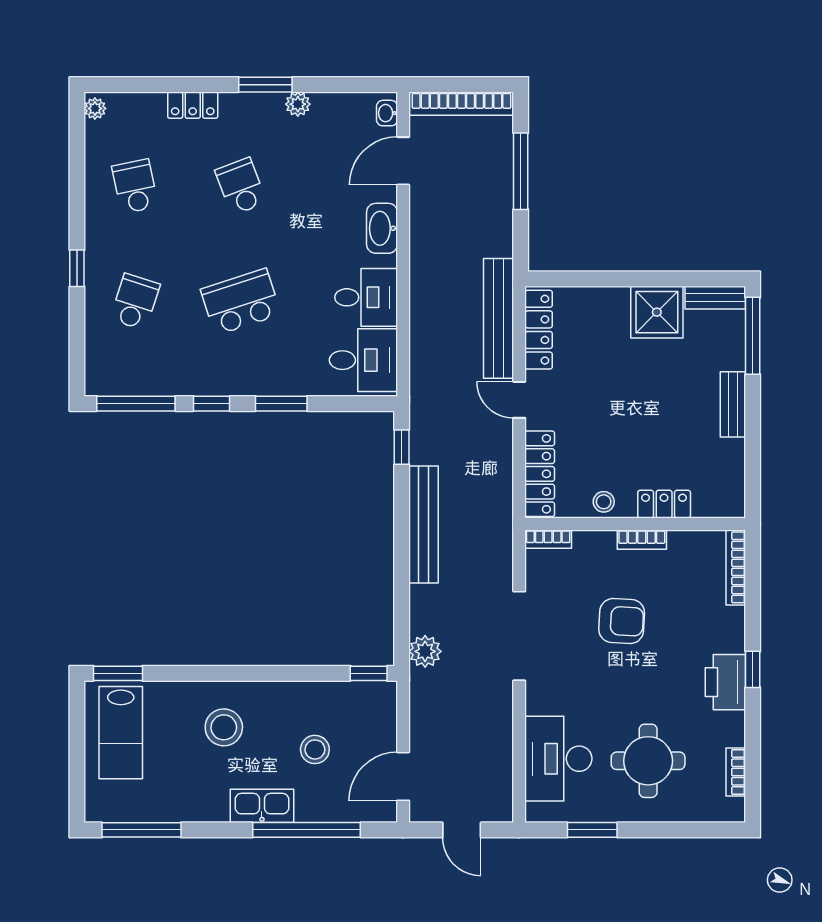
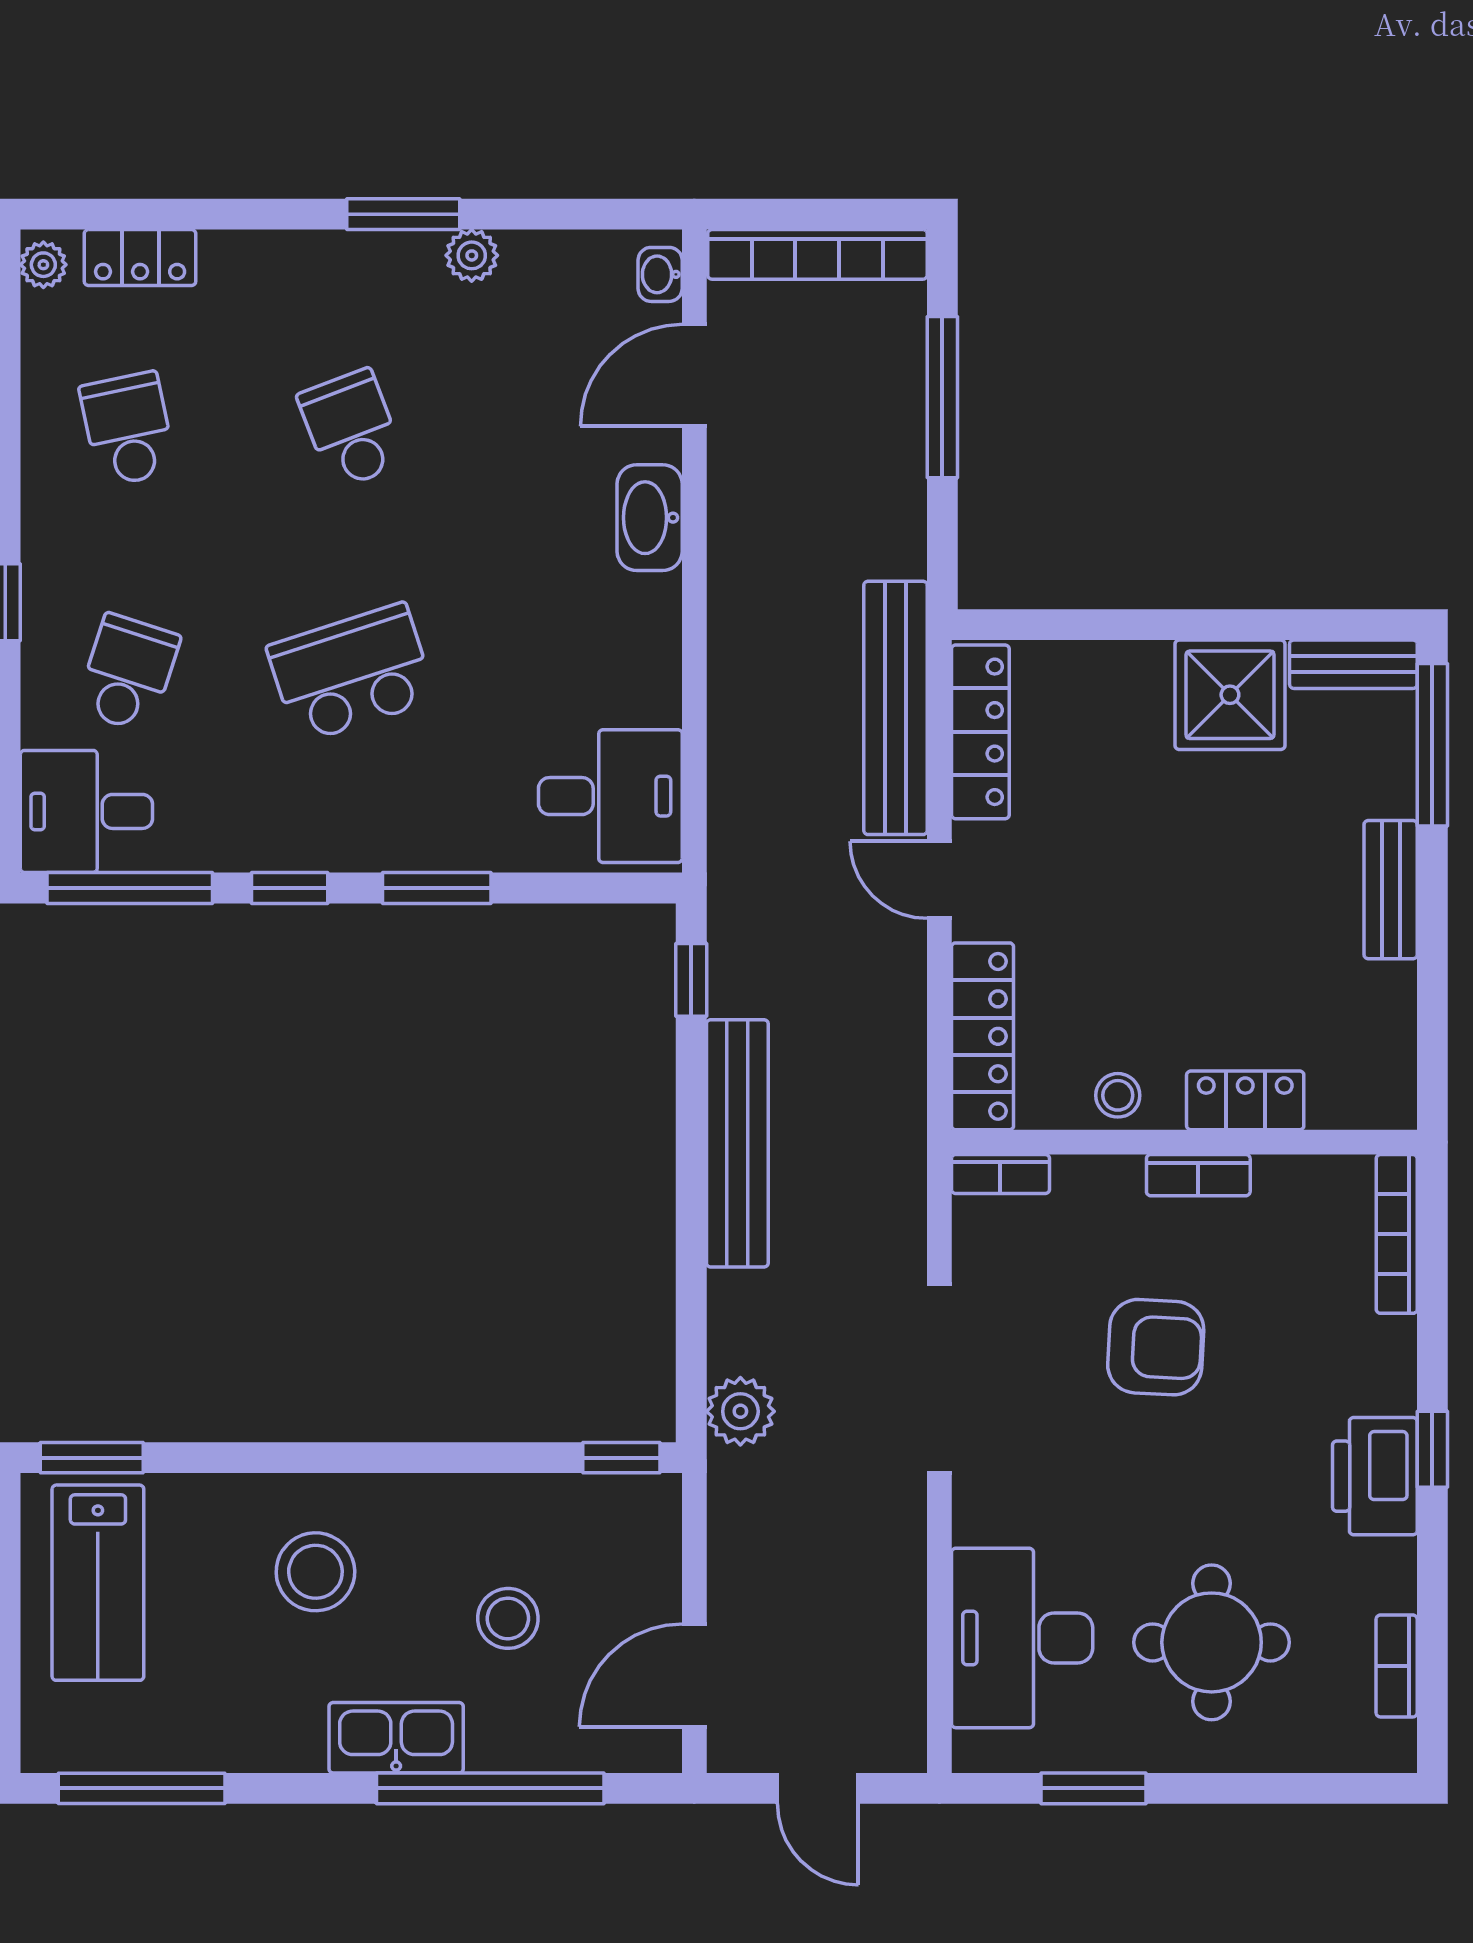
locker: (193, 105) -> (140, 258), moved
desk: (366, 297) -> (86, 811), moved, turned 180

